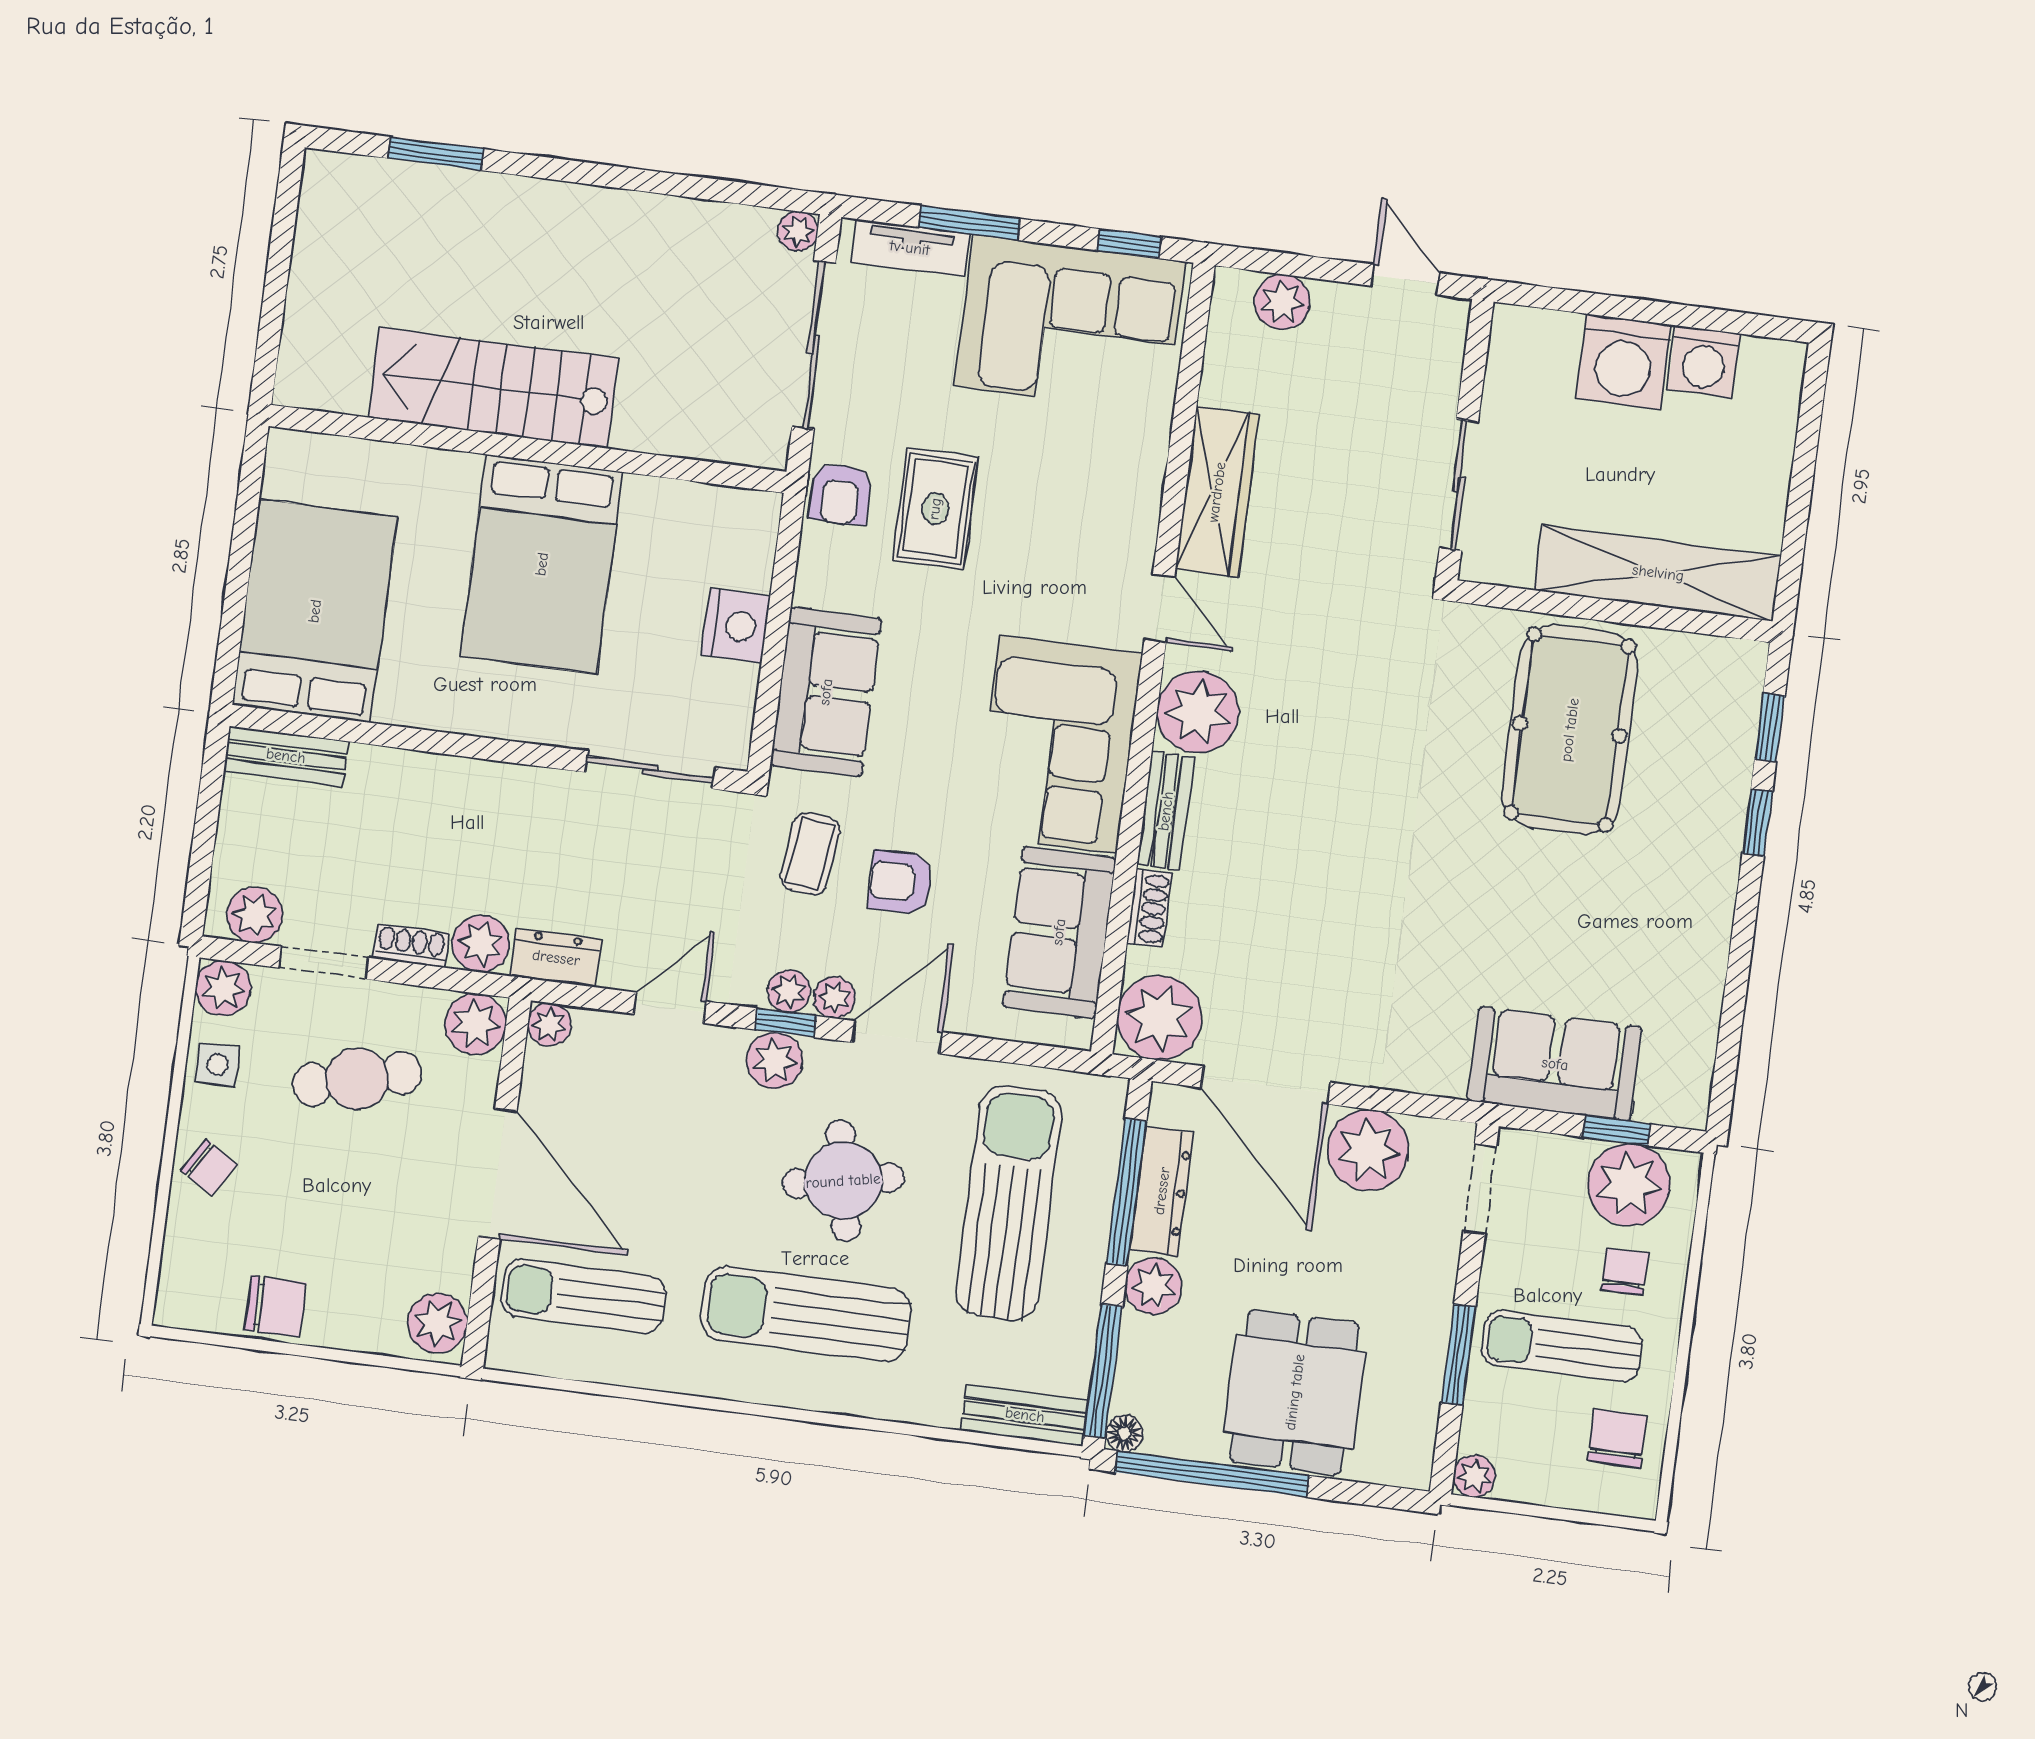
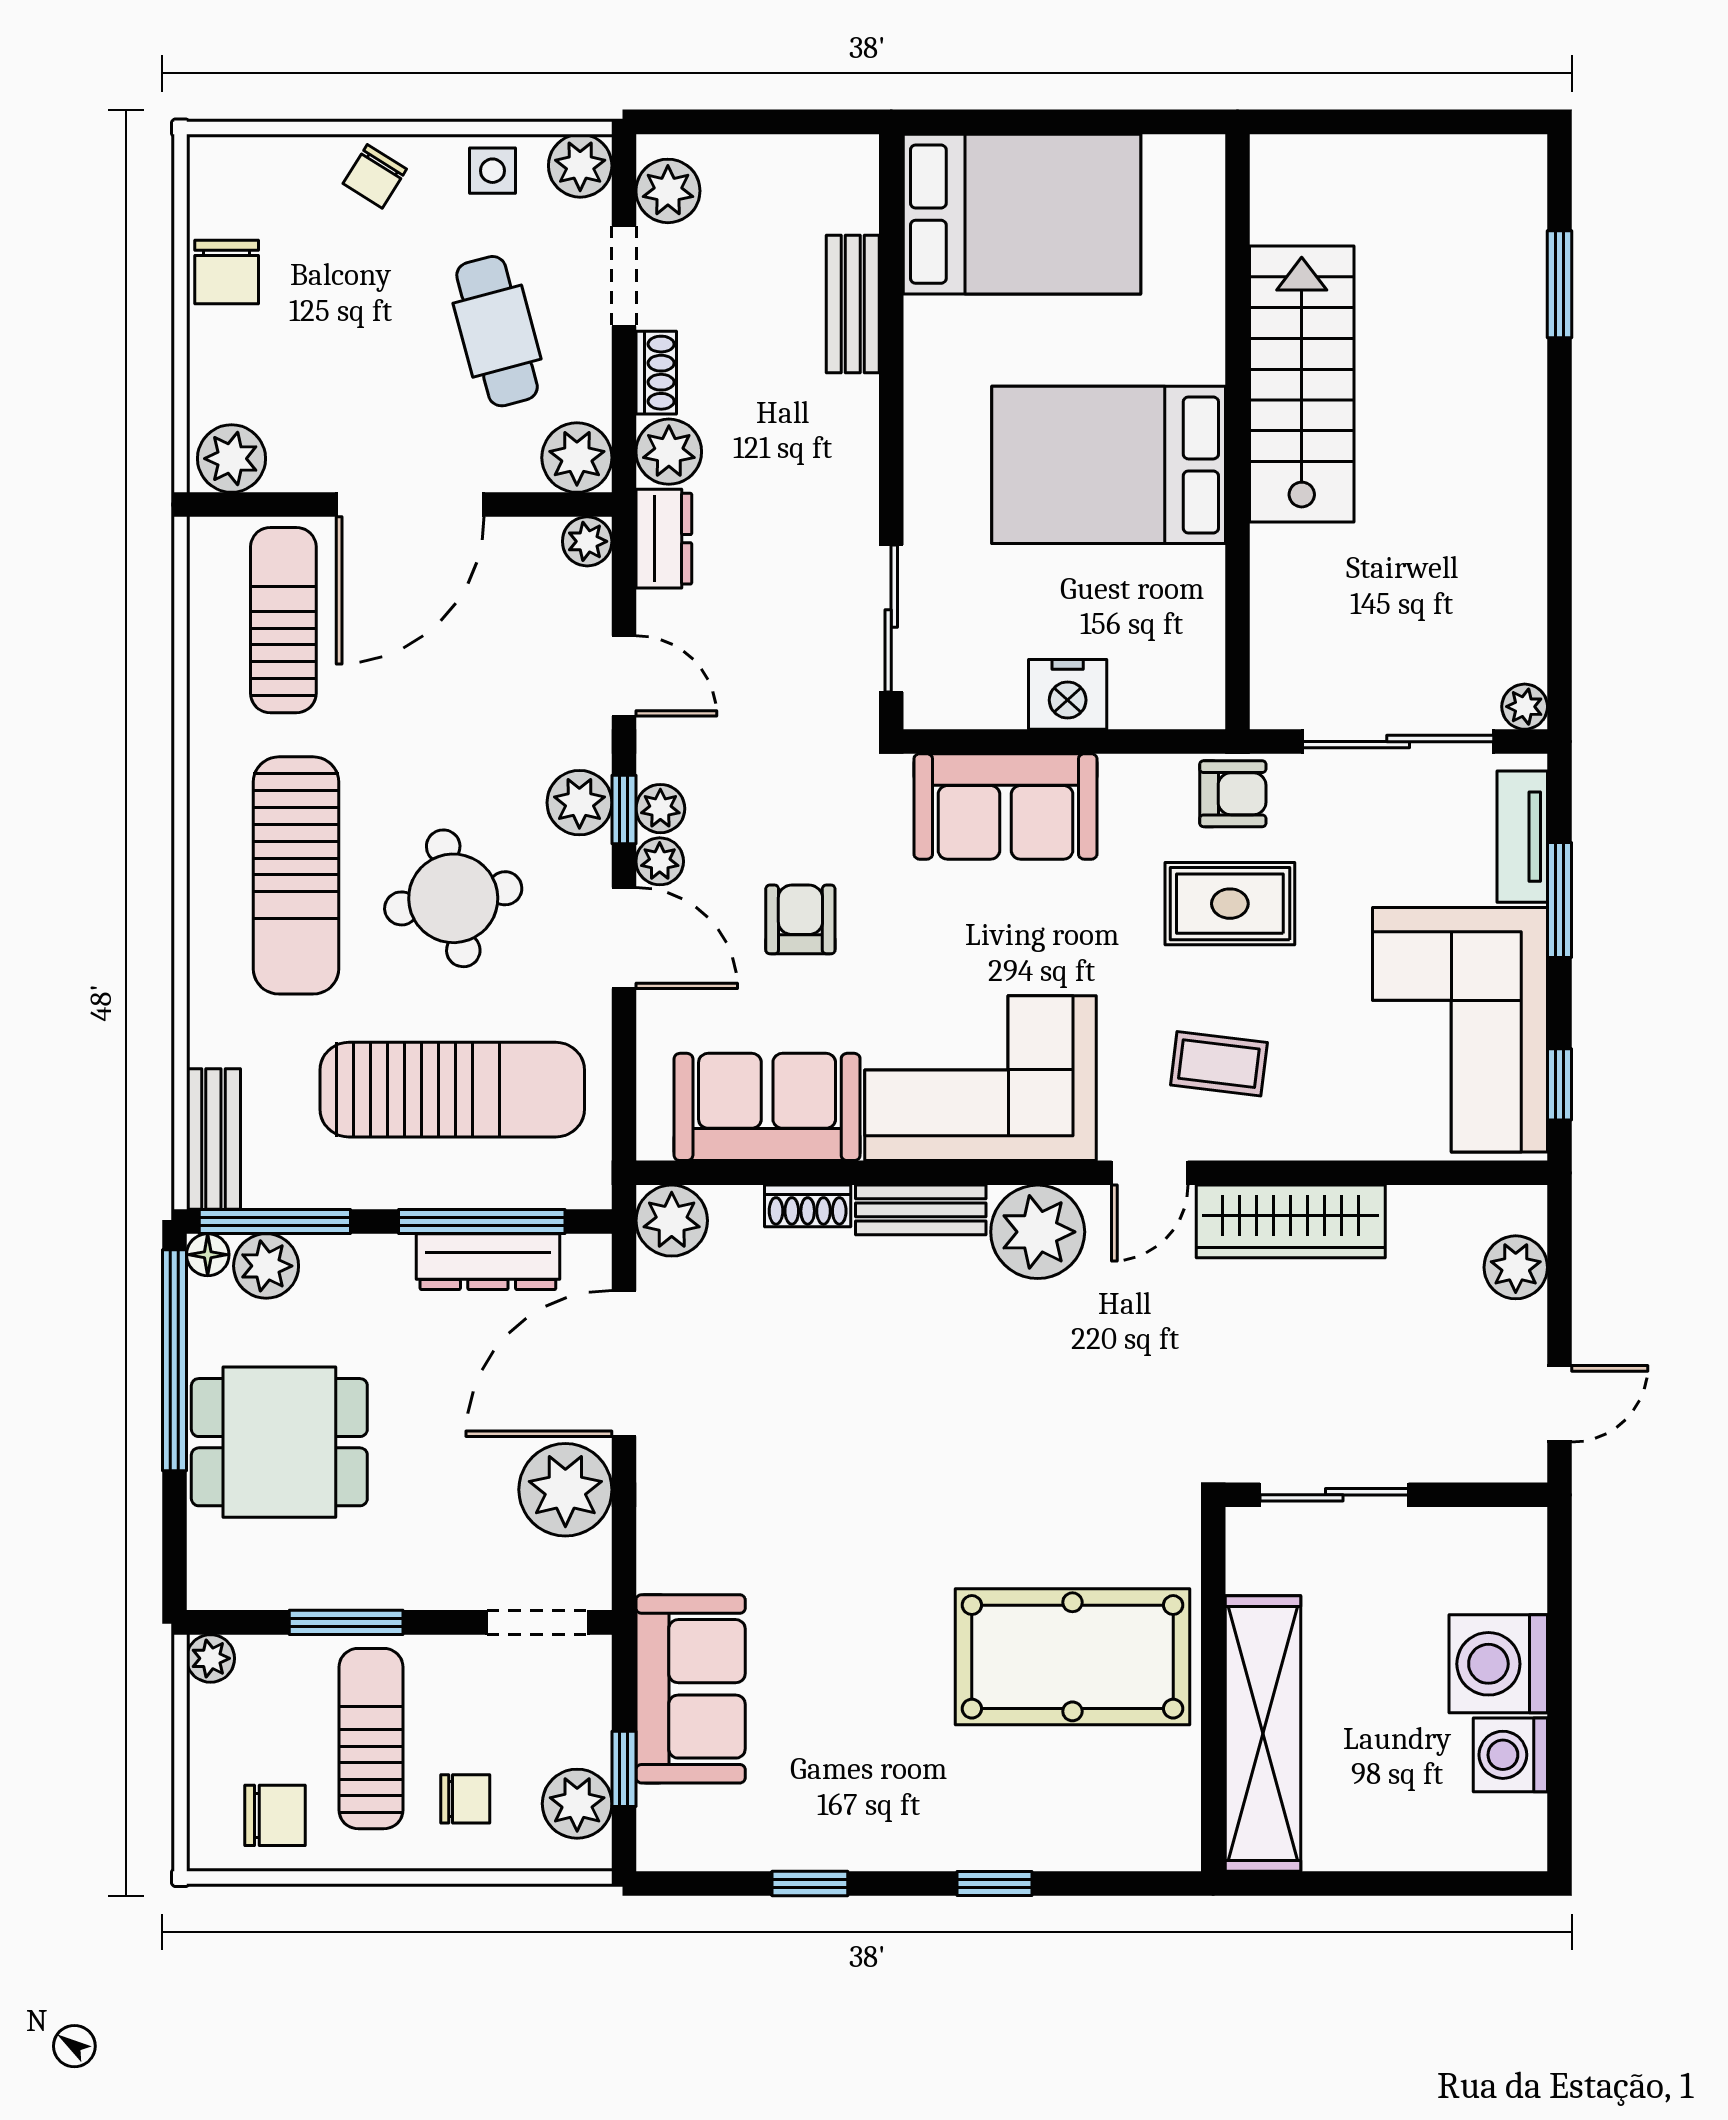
armchair: (840, 494) -> (1233, 794), turned 180
window: (1770, 727) -> (810, 1884), moved
bench: (286, 756) -> (853, 304), moved
coffee table: (810, 854) -> (1219, 1064), moved
plant: (1160, 1018) -> (672, 1221), width x0.73, depth x0.73
plant: (1629, 1185) -> (577, 1804), width x0.73, depth x0.73
plant: (1153, 1286) -> (266, 1266), moved
sun lounger: (806, 1314) -> (296, 875), turned 180

